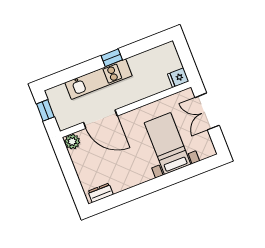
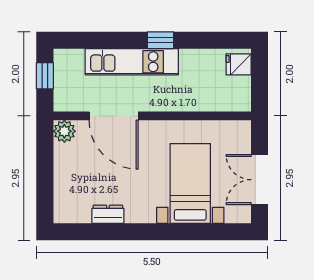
fridge: (178, 78) -> (239, 64), moved
double door: (207, 111) -> (260, 180), moved
dresser: (101, 193) -> (108, 214), moved

